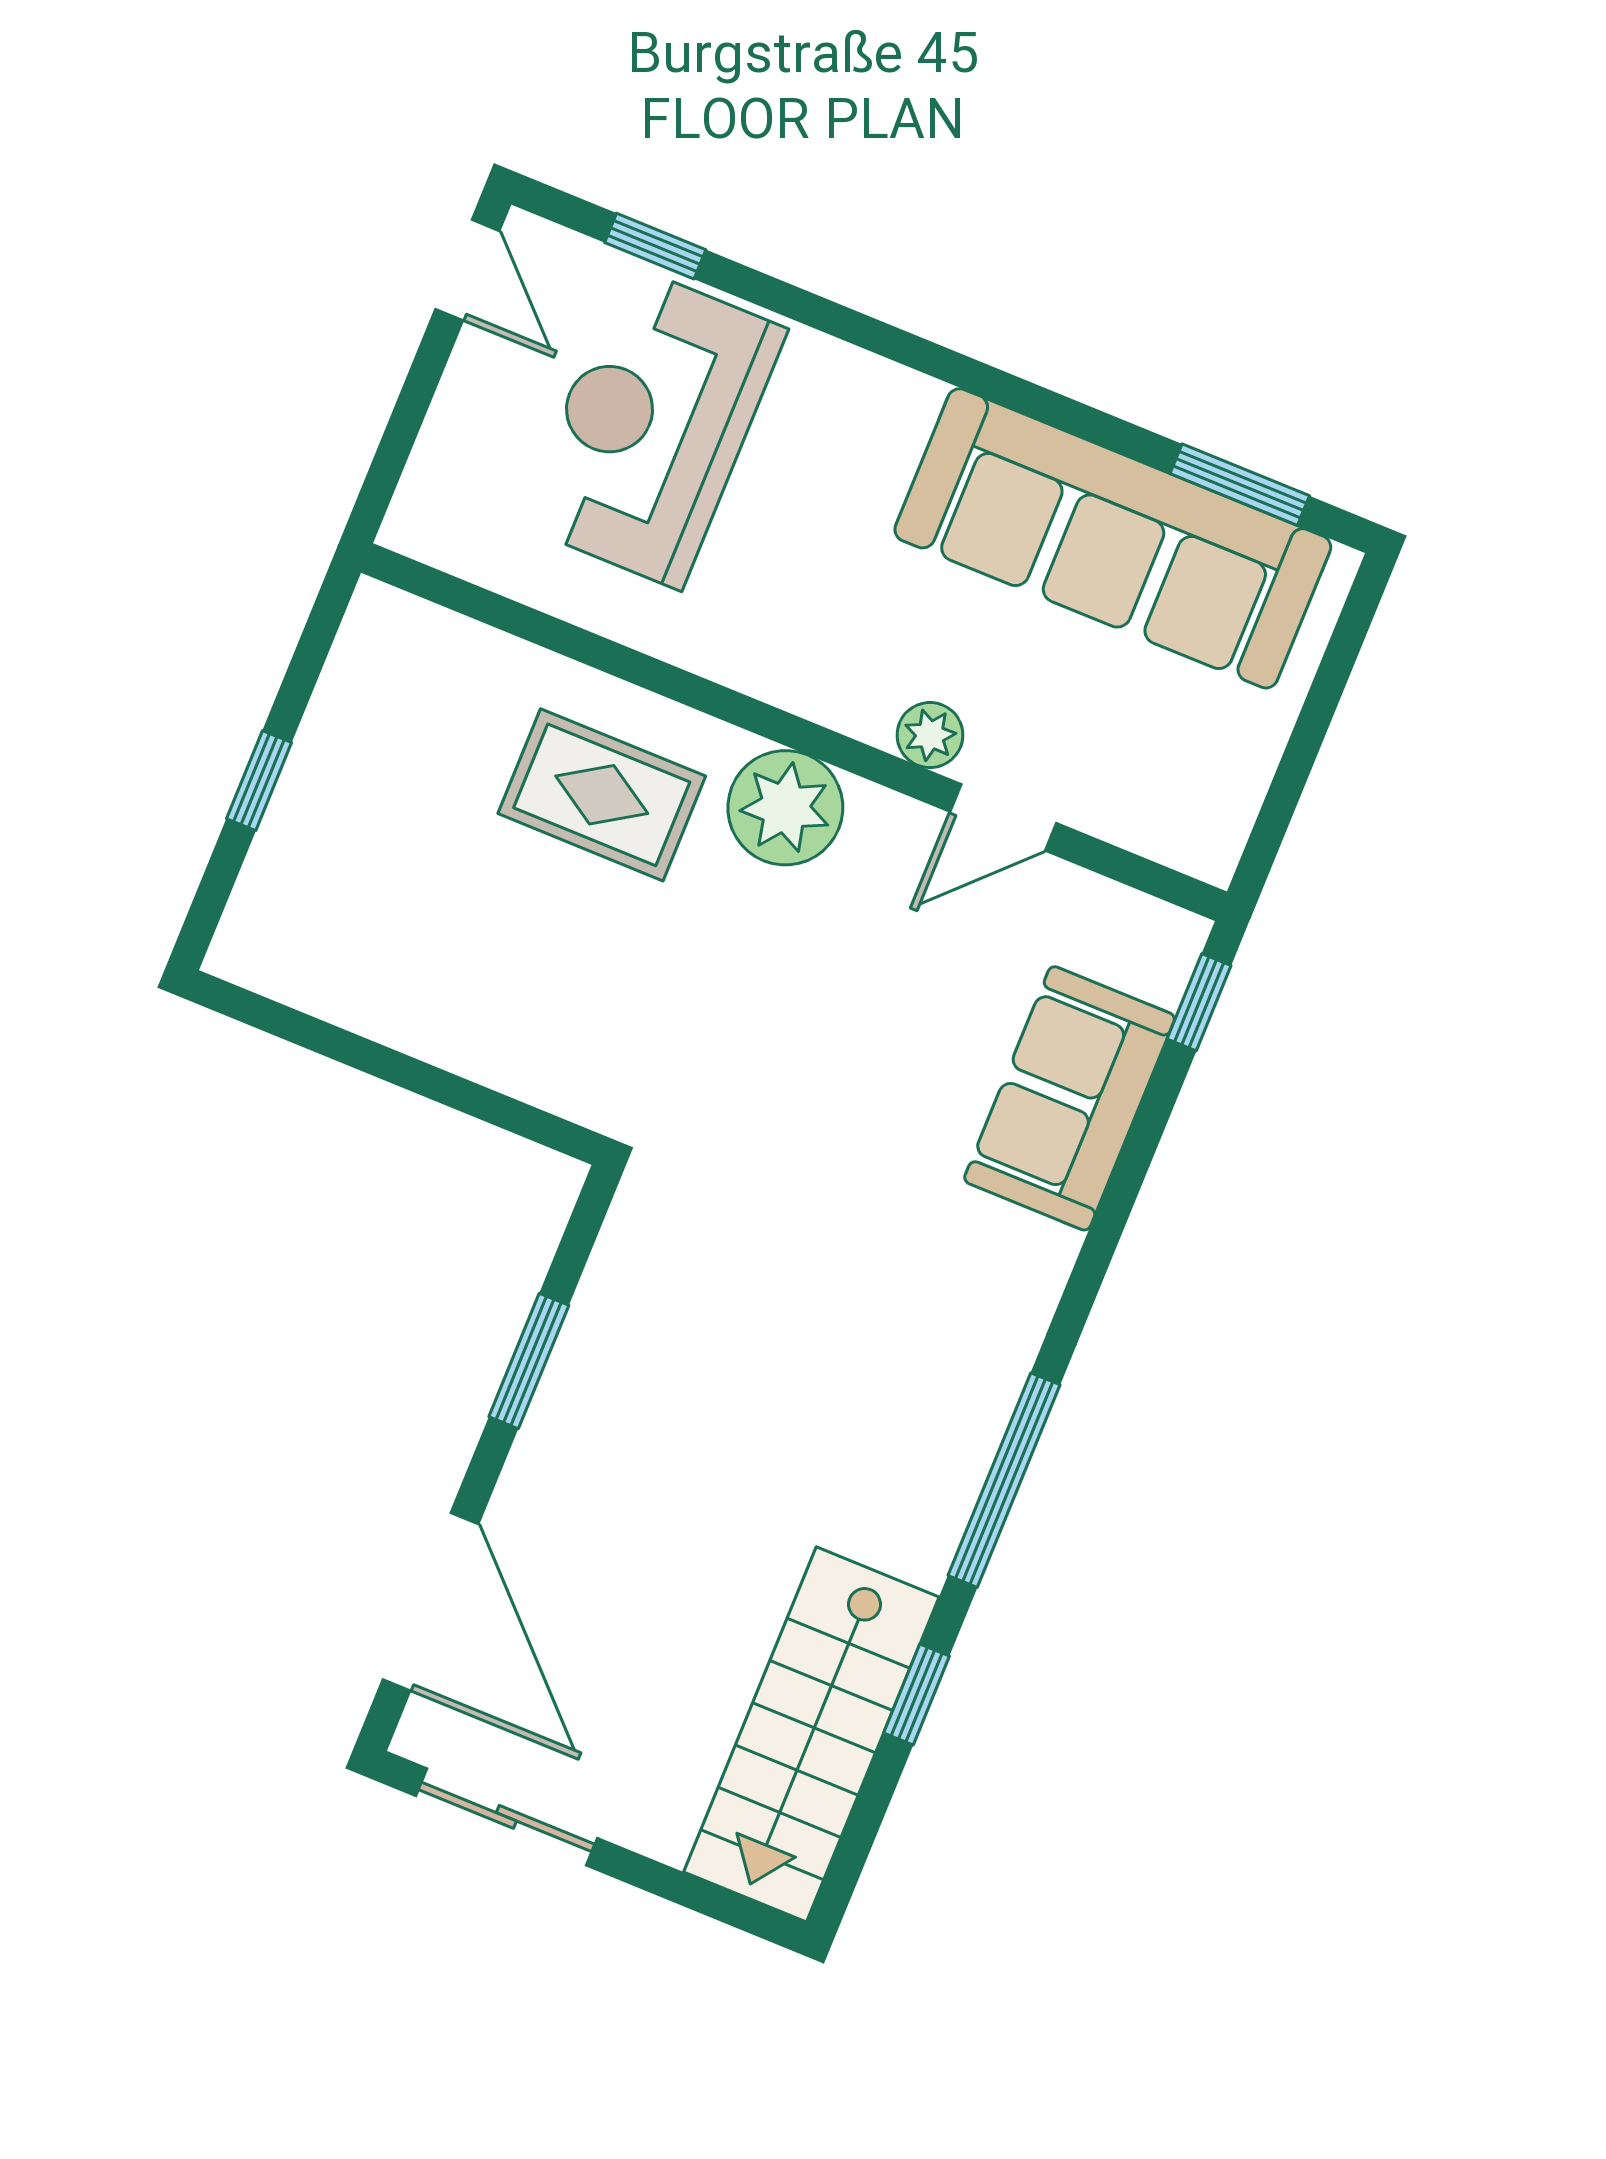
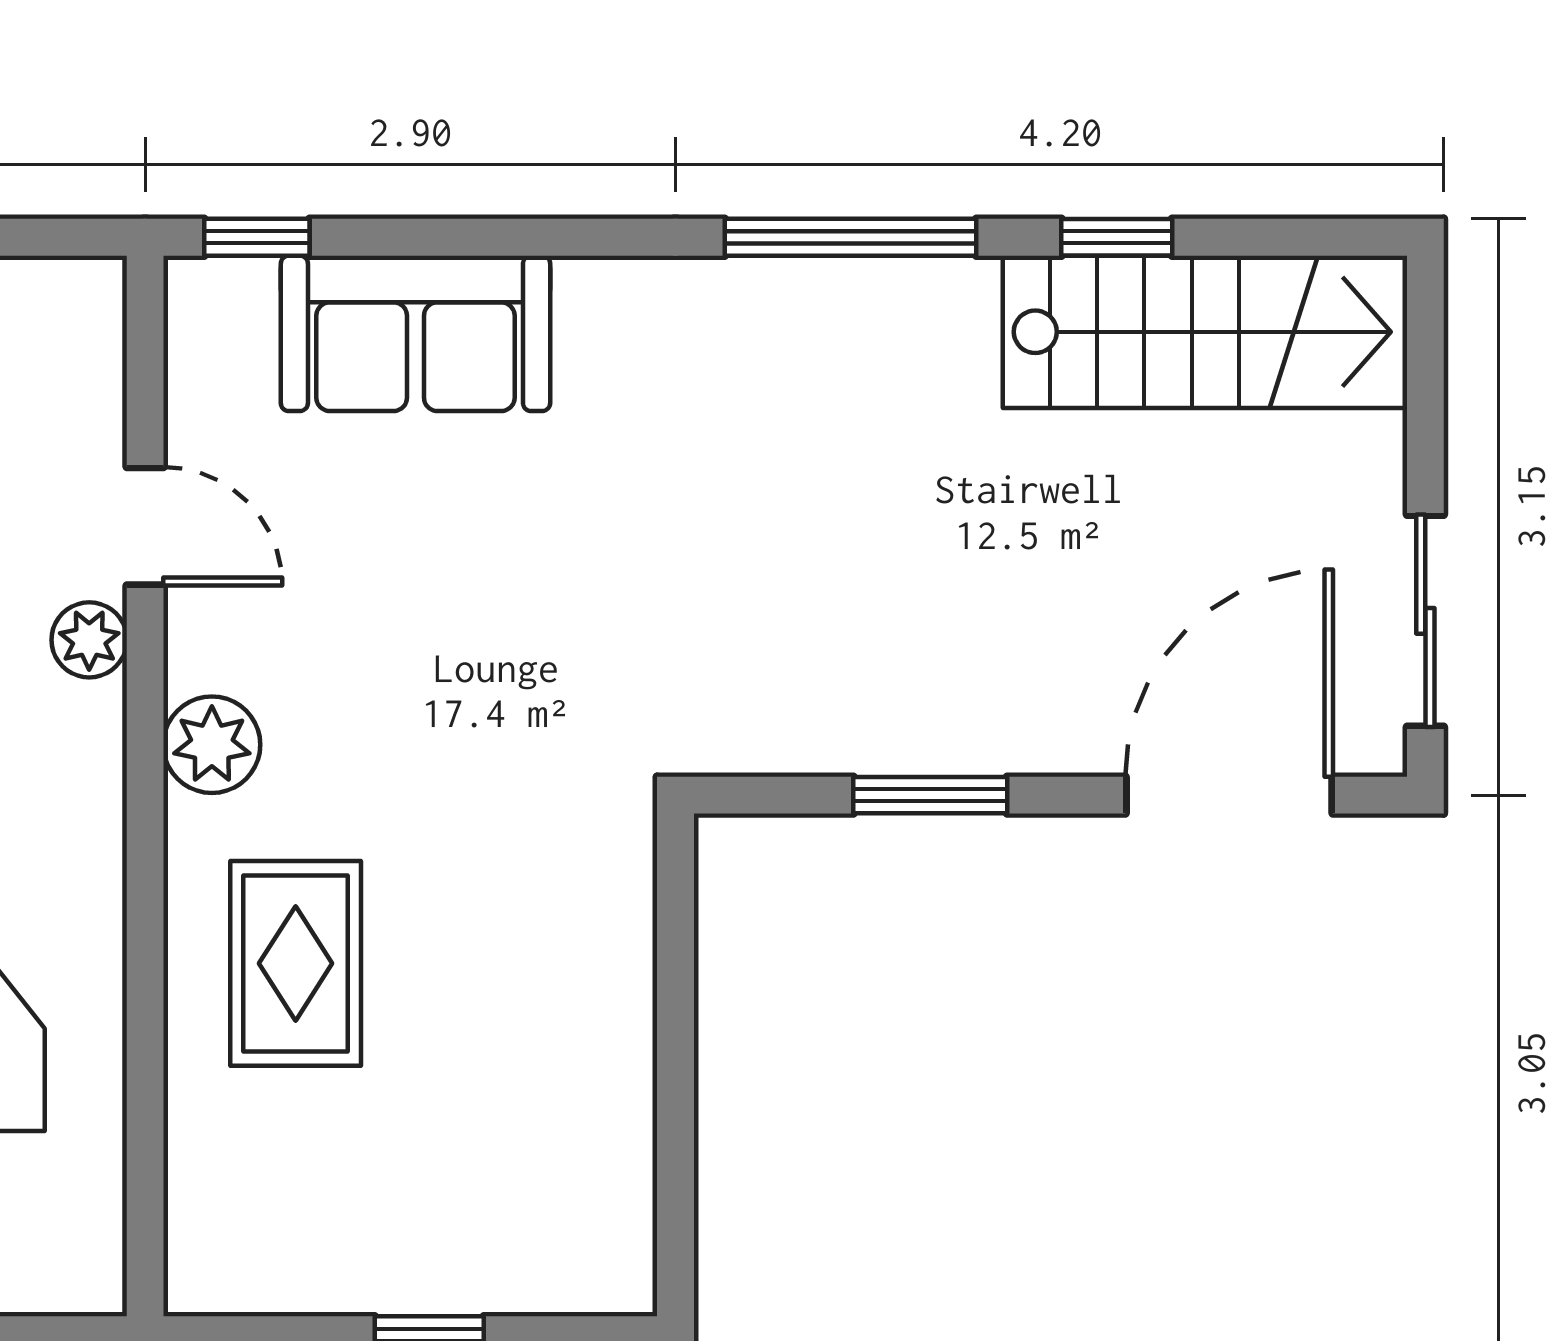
plant: (785, 808) -> (212, 745), width x0.73, depth x0.73

